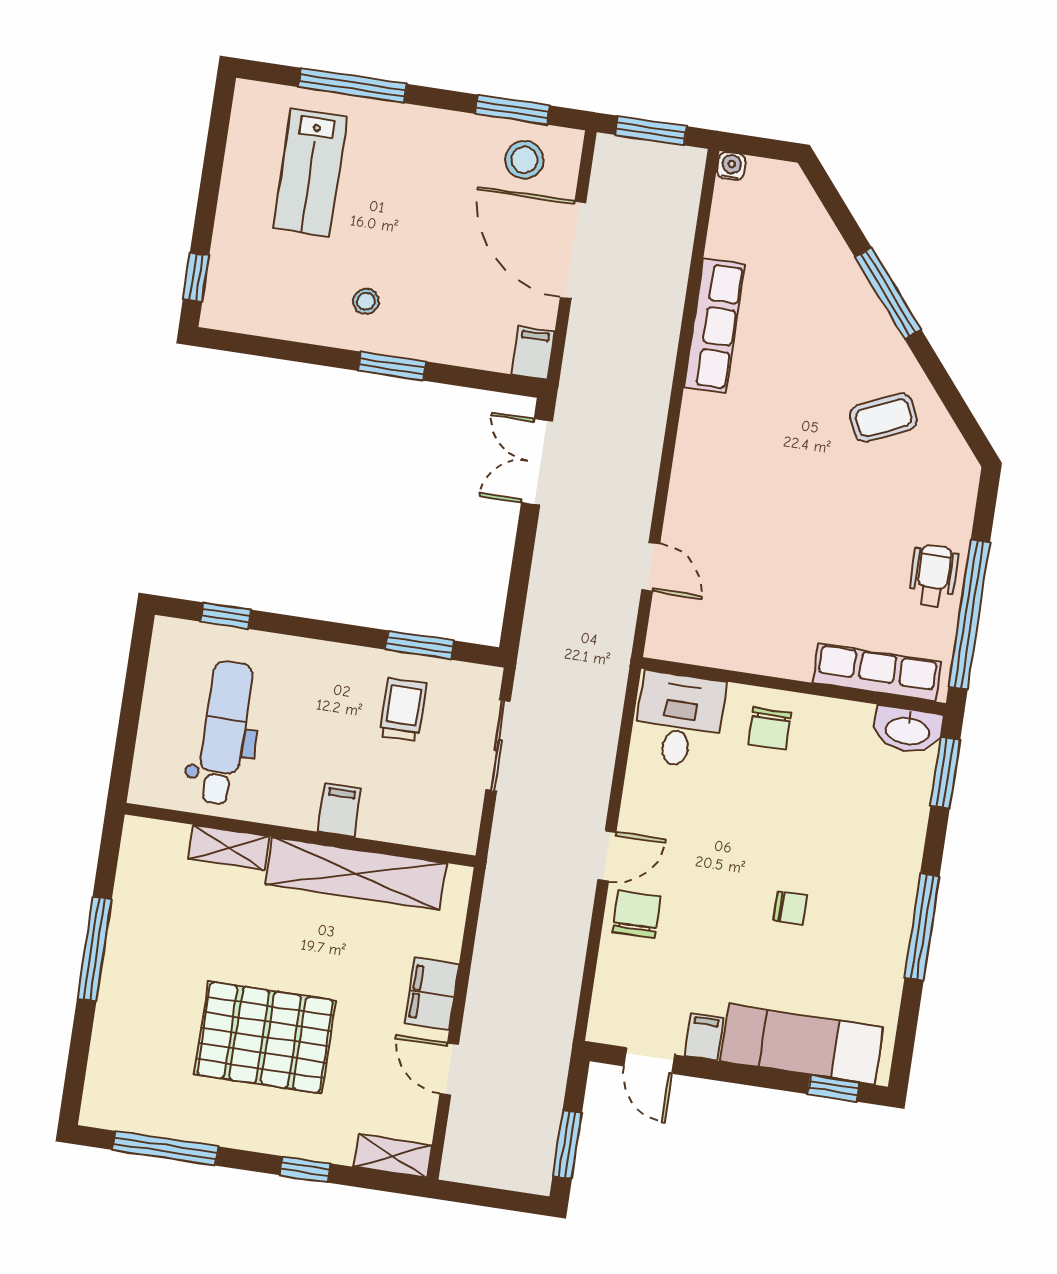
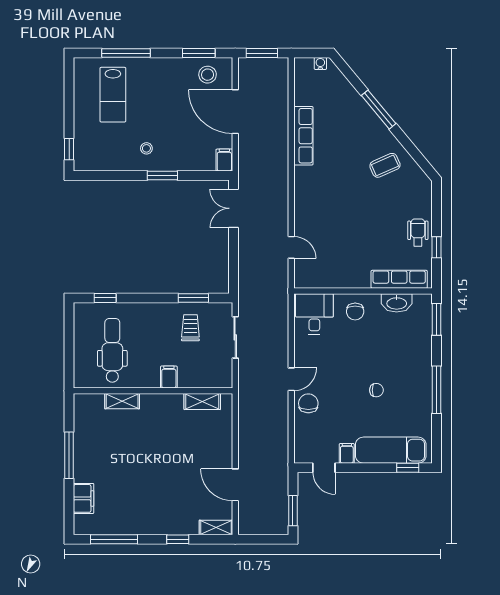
water cooler: (731, 166) -> (320, 63), moved
window: (969, 614) -> (436, 247), width x0.32
washbasin: (908, 730) -> (397, 303), moved
shelving: (356, 874) -> (202, 401), width x0.45, depth x0.75
filing cabinet: (432, 994) -> (84, 498), moved, turned 180
pallet: (265, 1037) -> (151, 483), removed
door: (449, 1069) -> (235, 485), width x1.38

